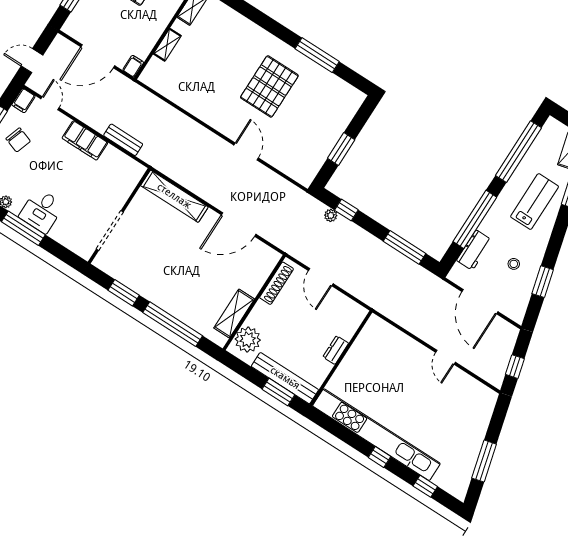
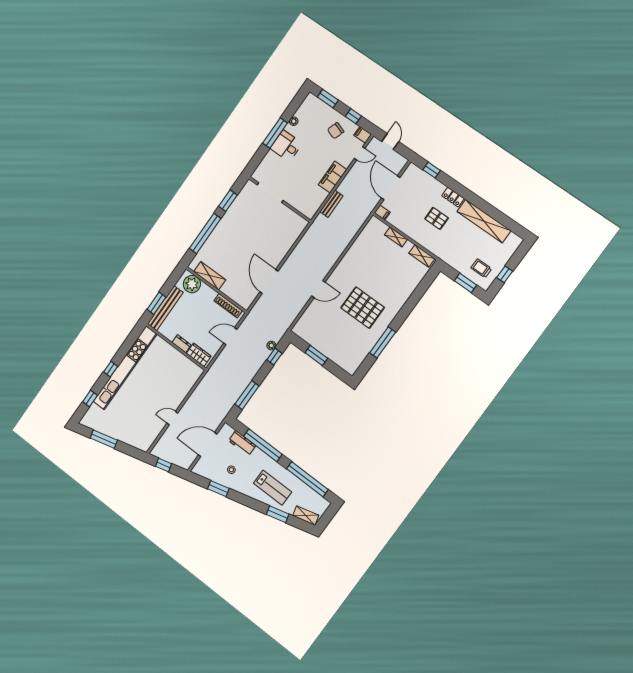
shelving: (174, 196) -> (291, 238), removed
wardrobe: (350, 323) -> (199, 355), added

